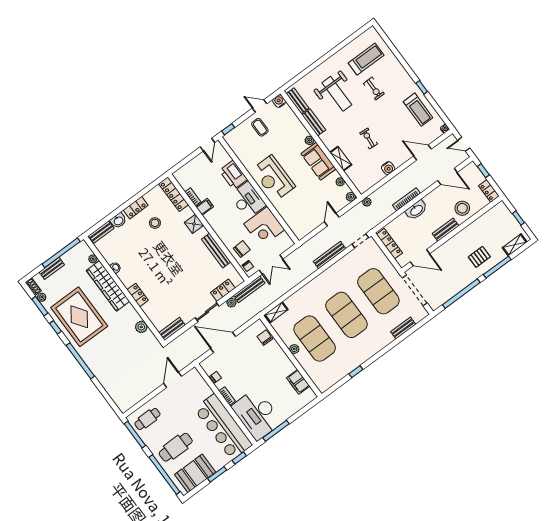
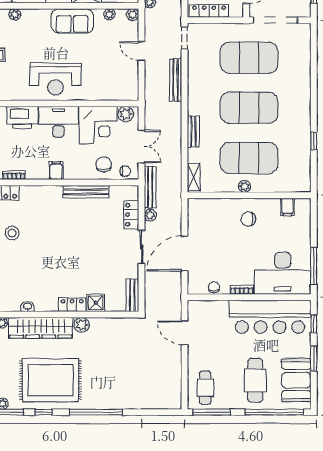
plant: (309, 140) -> (15, 14), moved
filing cabinet: (205, 207) -> (56, 171), moved
shower: (194, 224) -> (96, 303), moved
plant: (284, 239) -> (126, 114), added
plant: (141, 327) -> (82, 325), moved
bench: (403, 328) -> (193, 132), moved
chair: (265, 338) -> (248, 219), moved
filing cabinet: (298, 382) -> (287, 207), width x0.50

